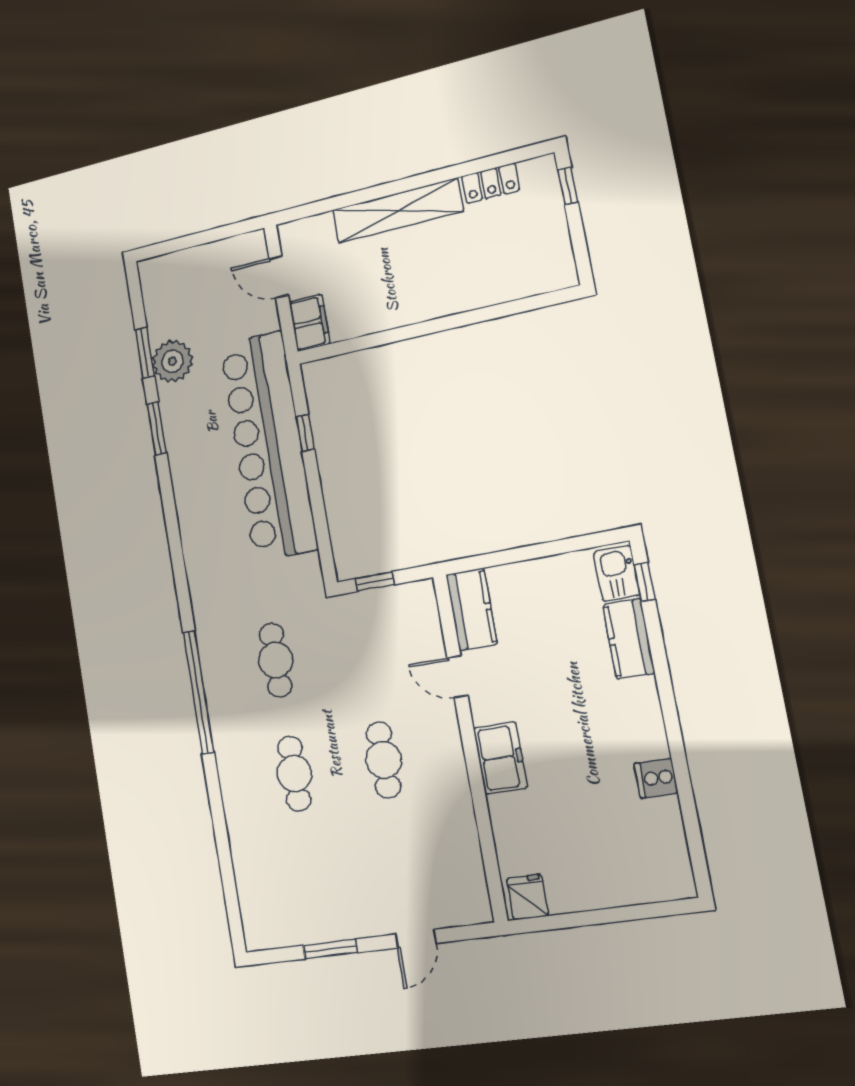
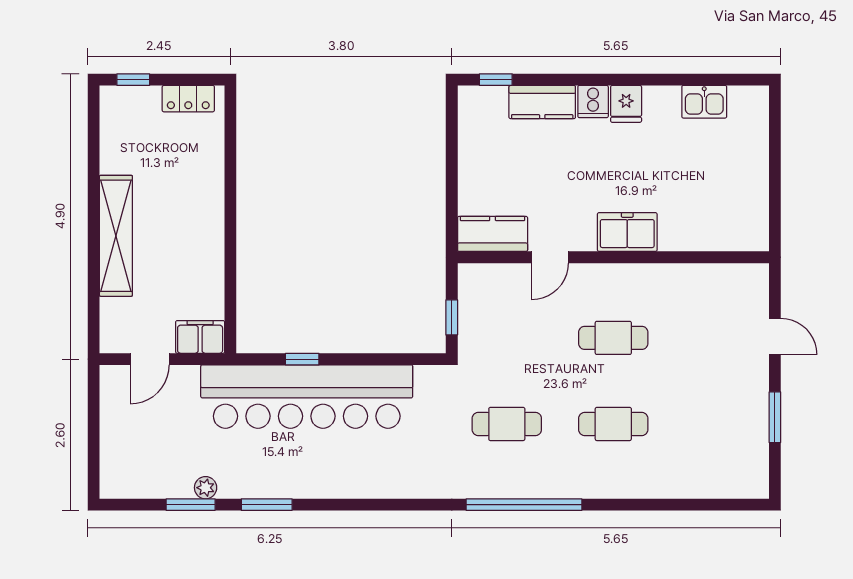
locker: (491, 183) -> (188, 99), moved, turned 90
plant: (172, 361) -> (206, 488), width x0.53, depth x0.53
kitchen sink: (617, 574) -> (704, 102), moved
cooker: (656, 778) -> (593, 102), moved
fridge: (527, 897) -> (626, 104), moved, turned -90

